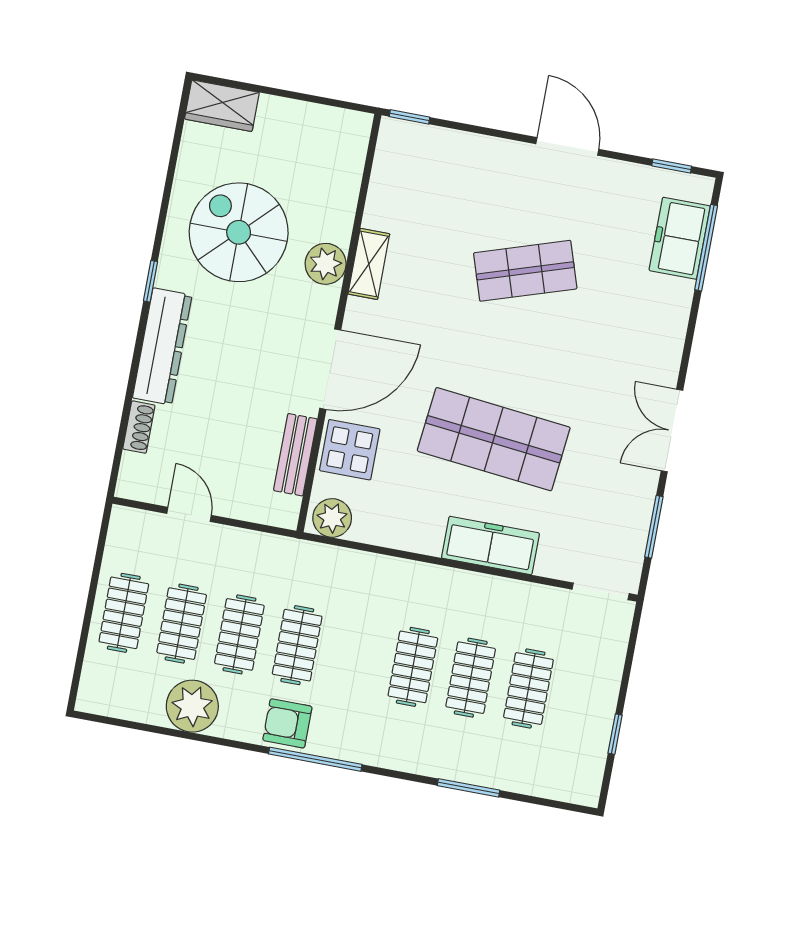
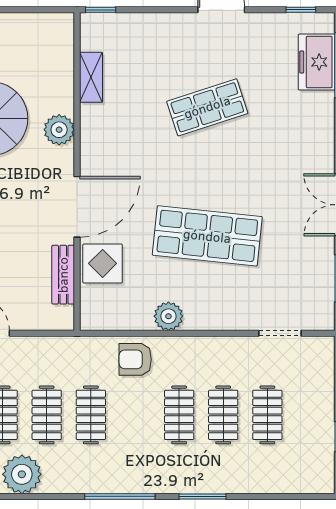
shelving: (369, 264) -> (91, 77), moved
plant: (332, 518) -> (168, 316), moved
freezer: (490, 546) -> (220, 315), removed
doorway: (601, 591) -> (280, 333), moved
armchair: (287, 723) -> (135, 359), moved
window: (469, 788) -> (203, 496), moved

